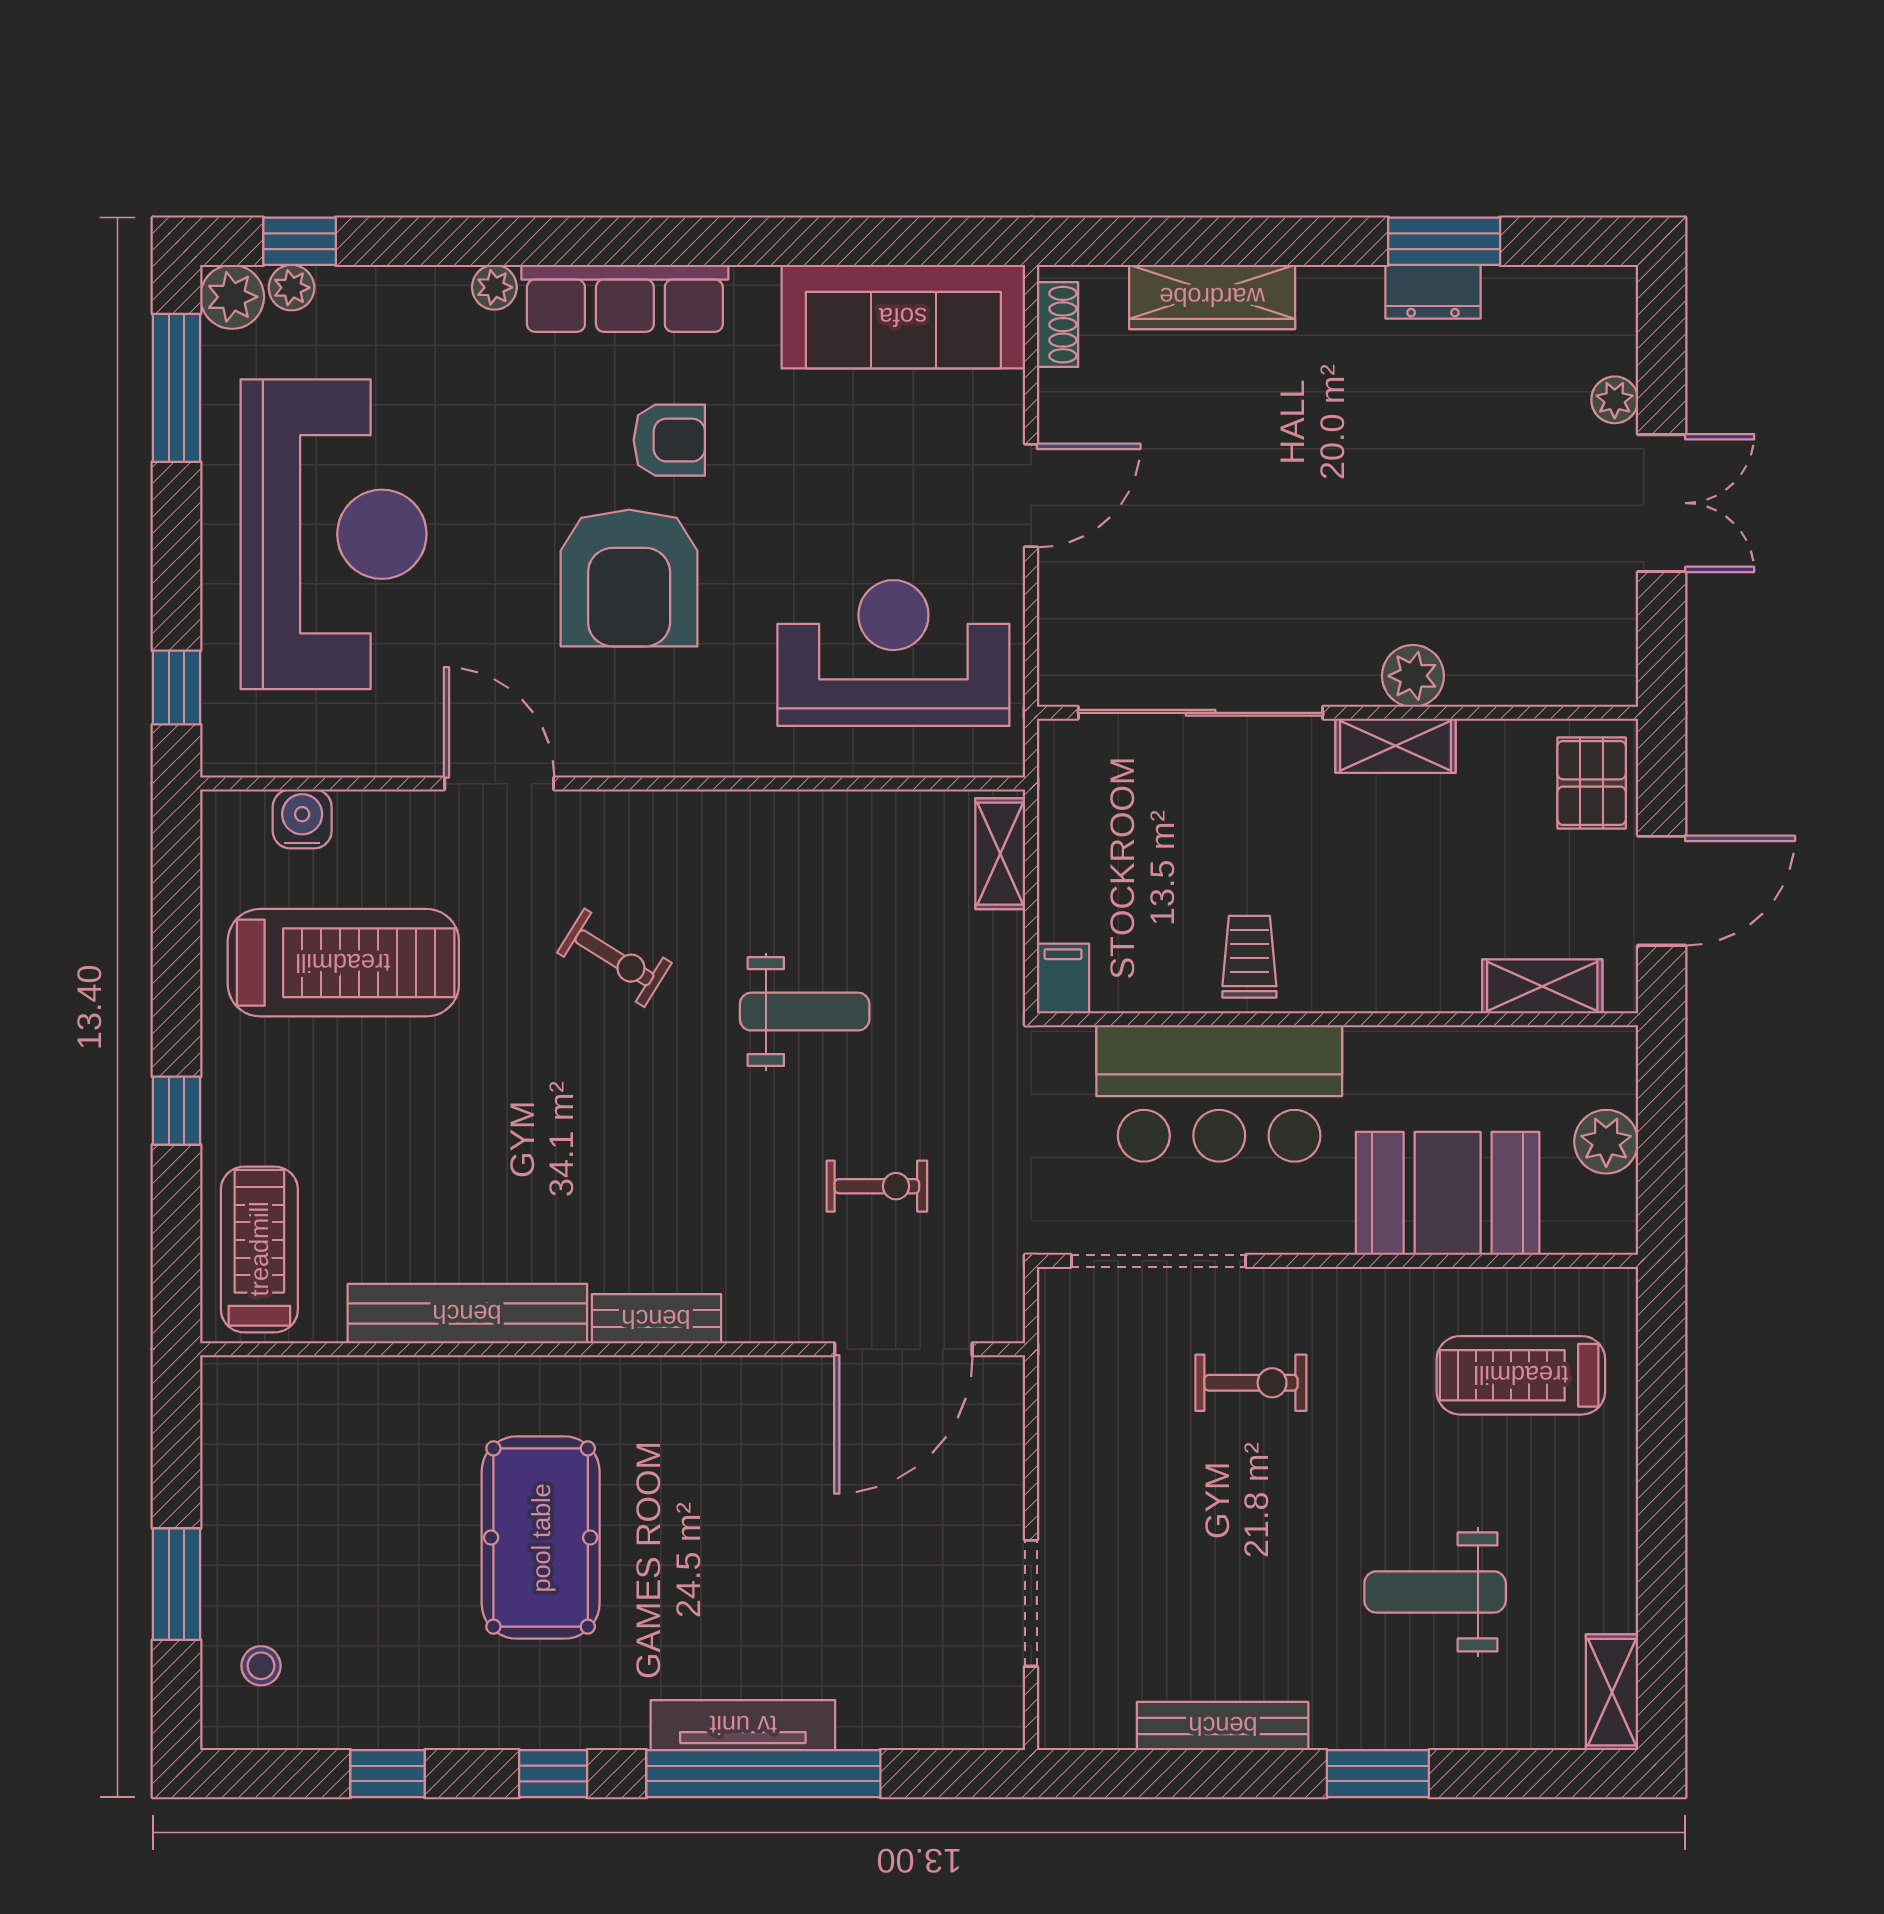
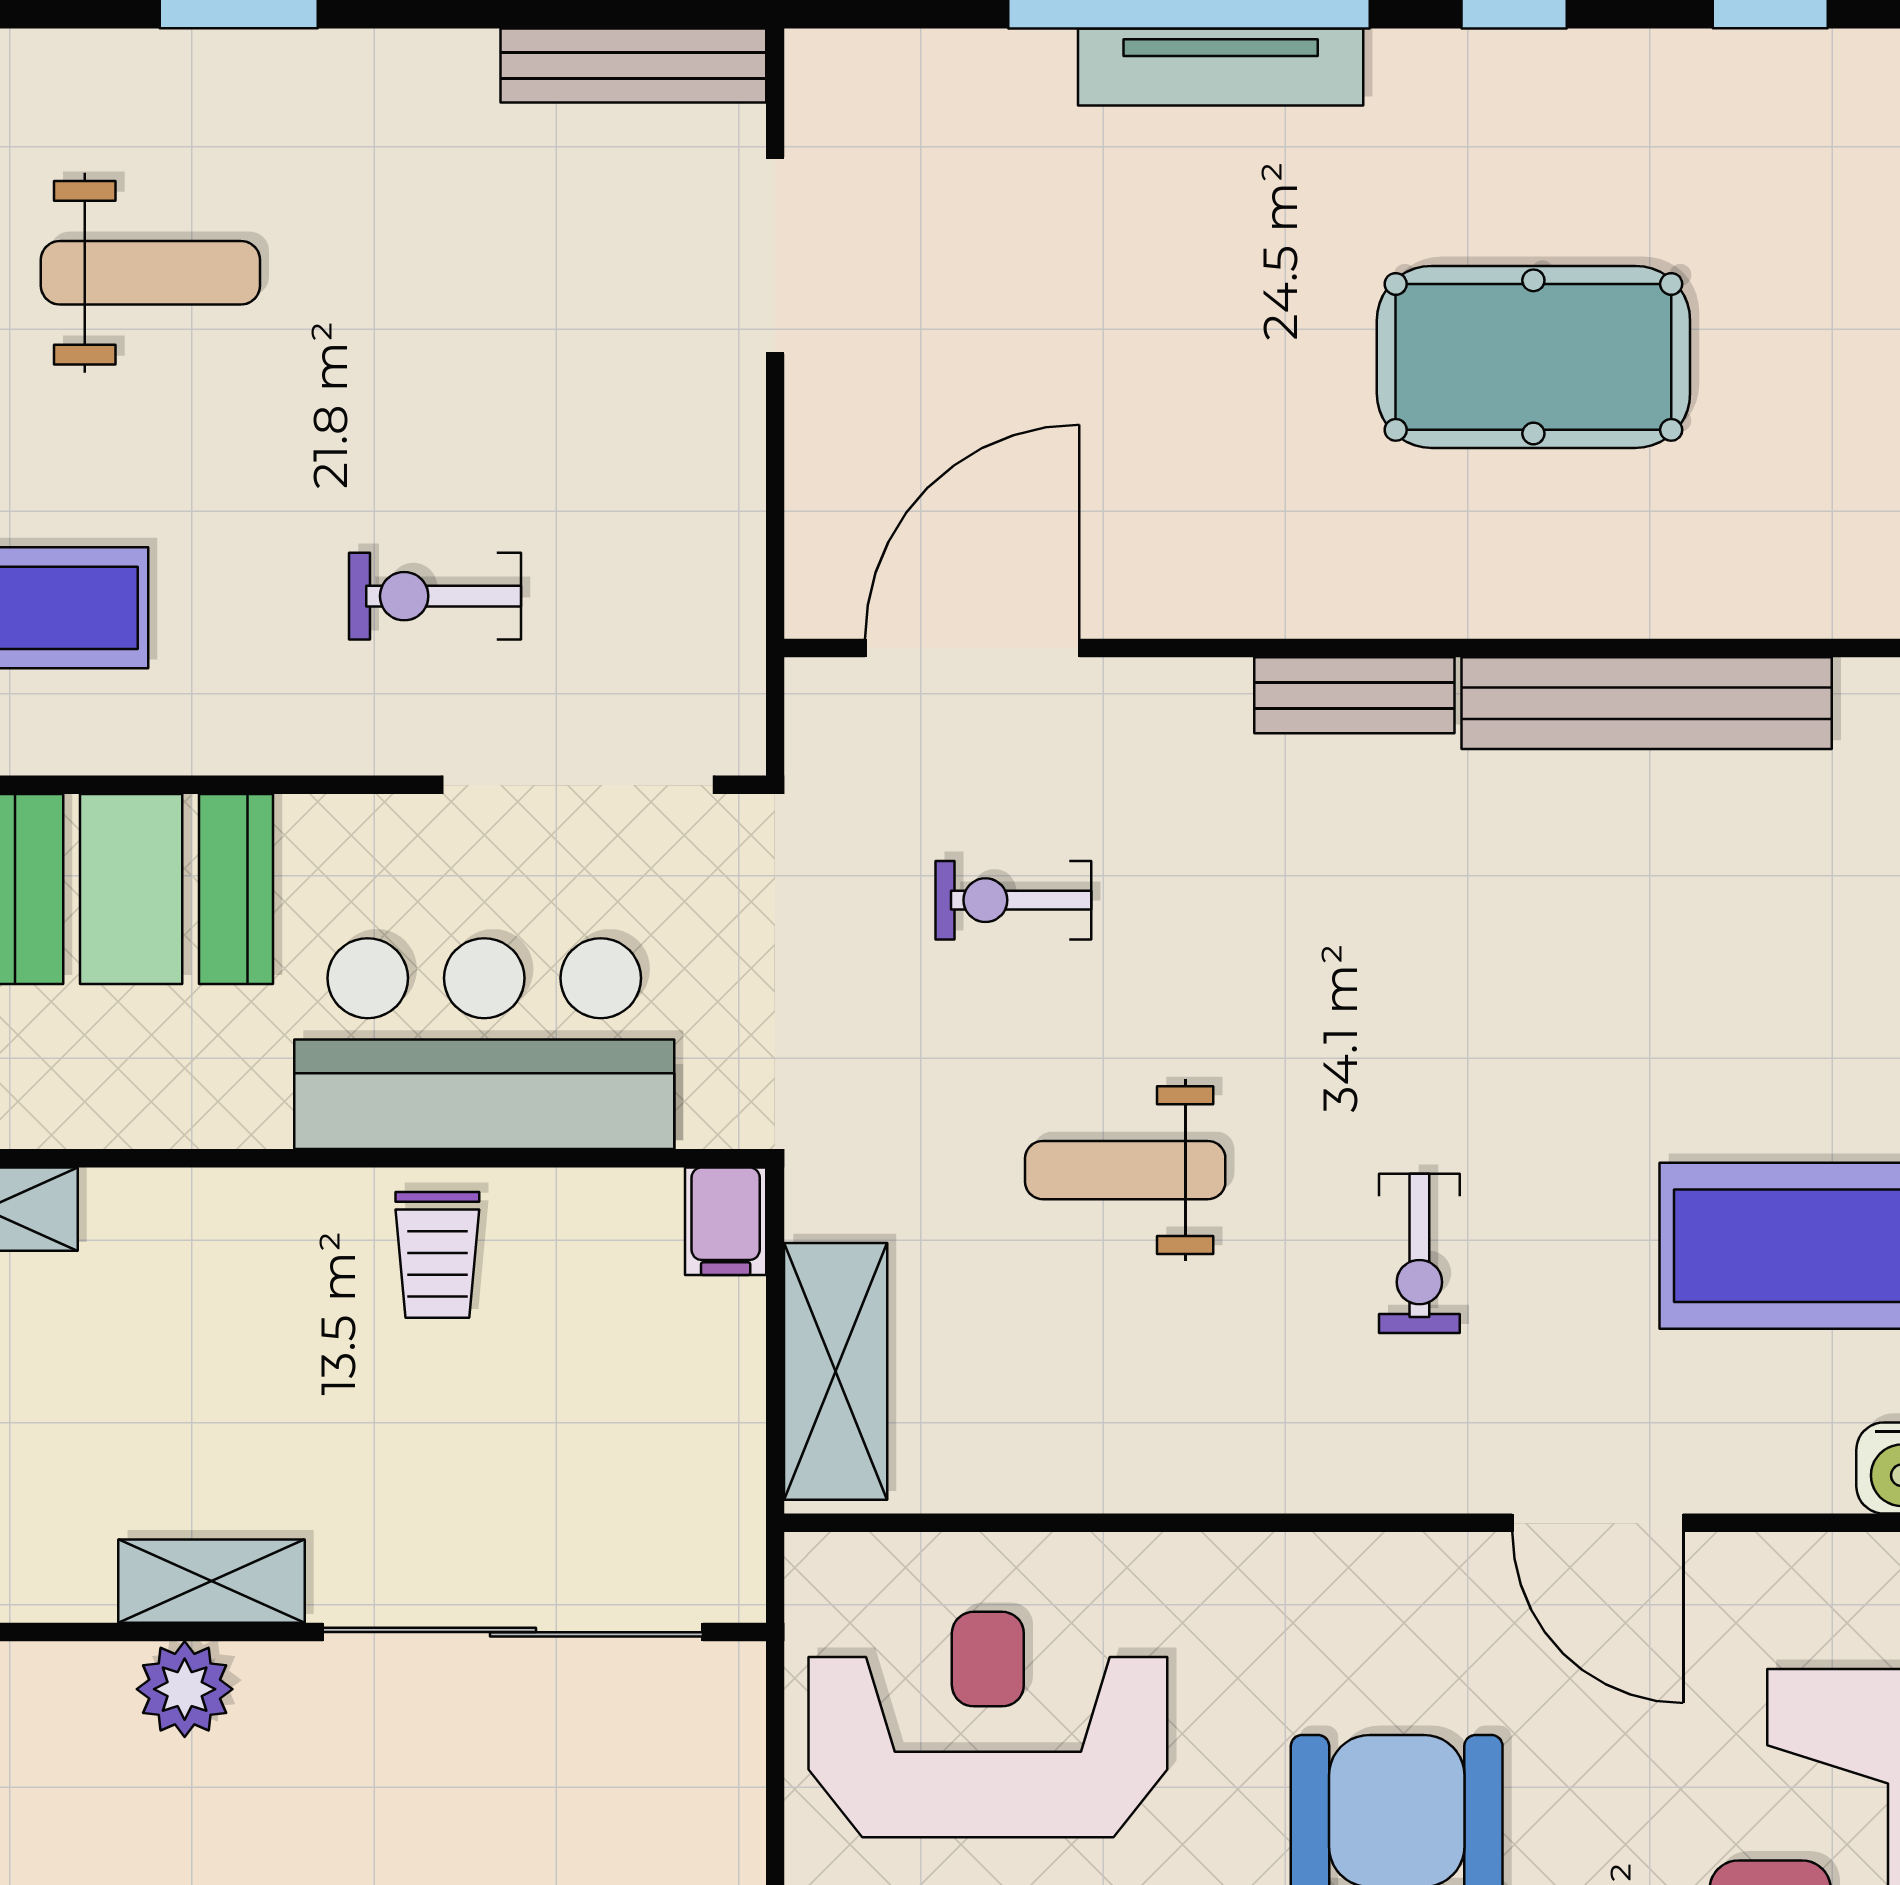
reception desk: (893, 653) -> (988, 1725), turned 180
shelving: (1000, 854) -> (836, 1371), width x1.50, depth x1.33
exercise bike: (614, 958) -> (1419, 1253), turned -122
pool table: (541, 1538) -> (1533, 357), turned 90
bench: (1223, 1726) -> (633, 65), moved

